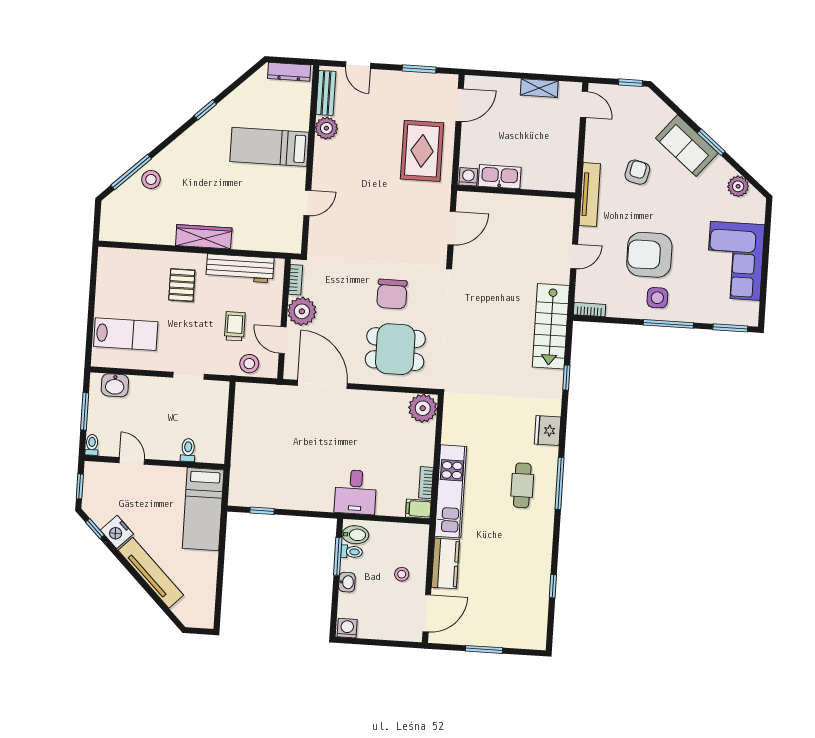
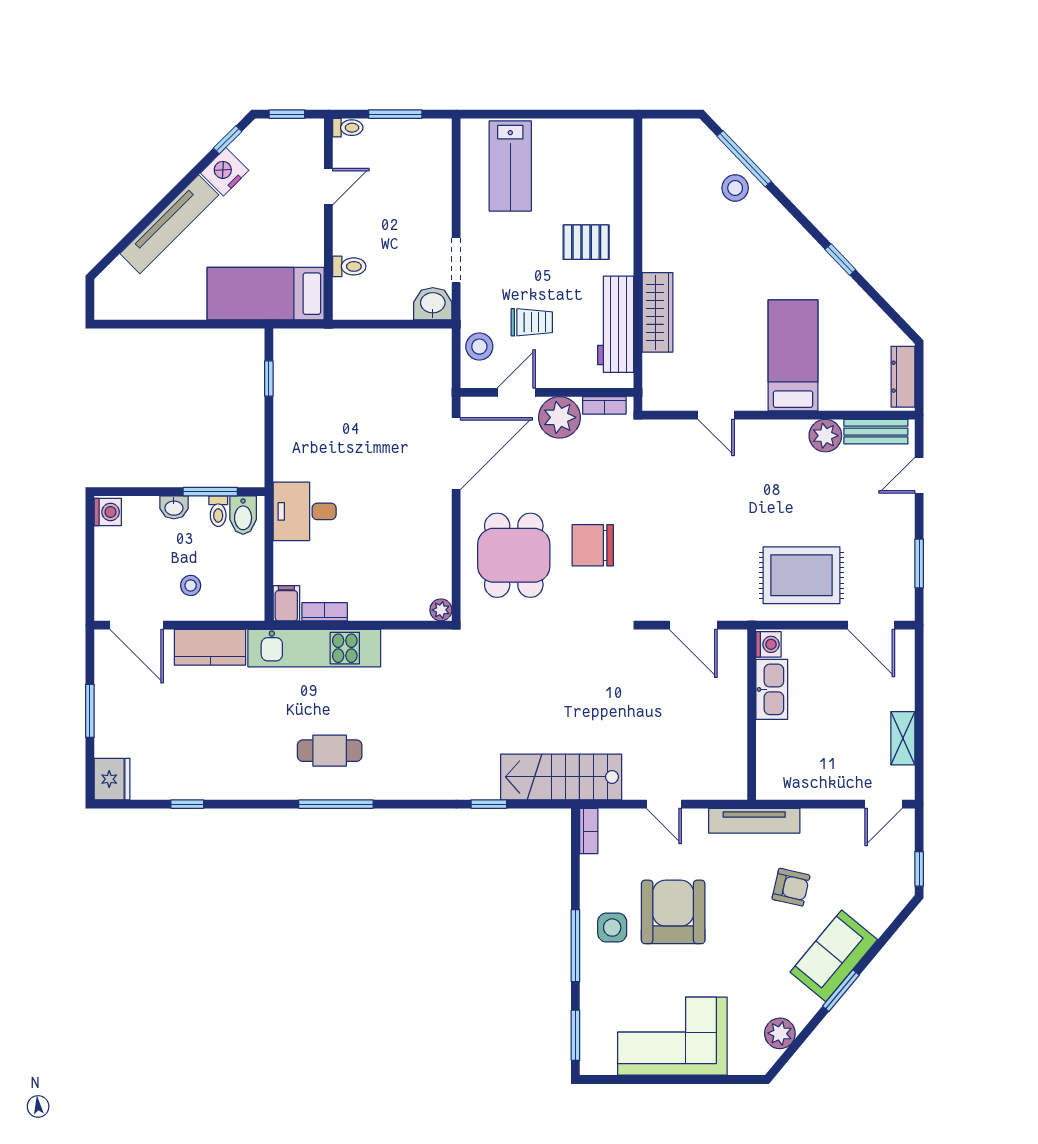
wardrobe: (204, 237) -> (658, 312), moved
washbasin: (115, 385) -> (433, 304), moved, turned 90
plant: (423, 408) -> (441, 610), width x0.53, depth x0.53
fridge: (548, 431) -> (112, 779), moved, turned 90

